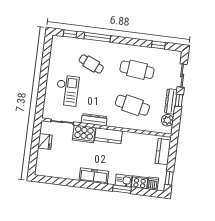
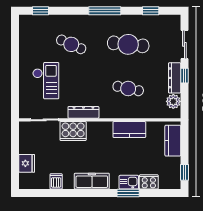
window: (97, 37) -> (105, 11), moved
cafe table: (132, 105) -> (128, 89), width x0.73, depth x0.74
kitchen counter: (108, 136) -> (129, 130), moved
fridge: (45, 142) -> (27, 163), moved
dishwasher: (153, 184) -> (56, 181), moved

